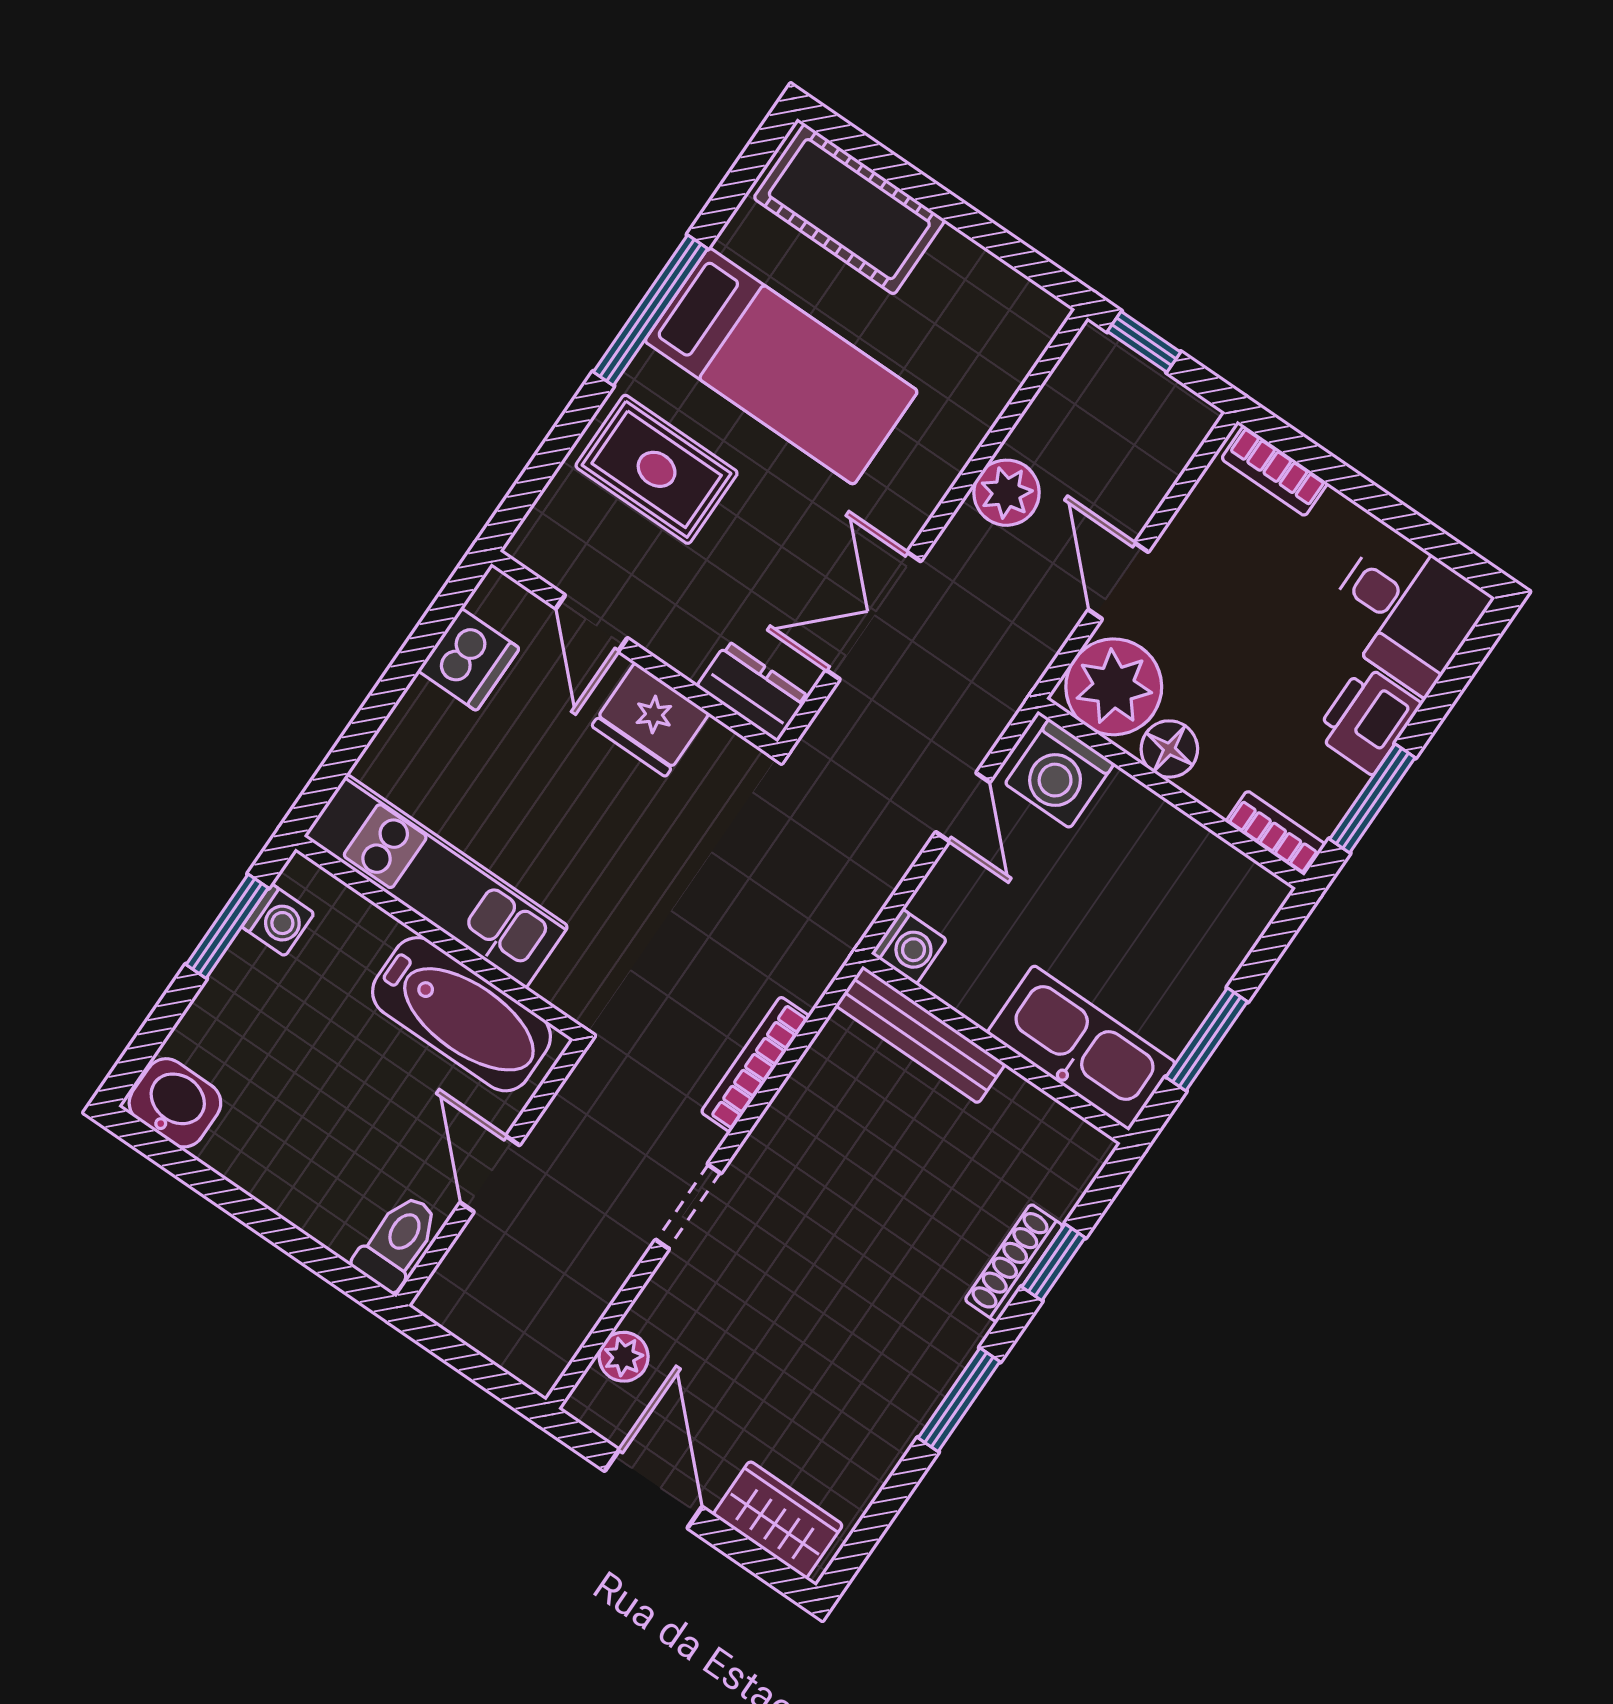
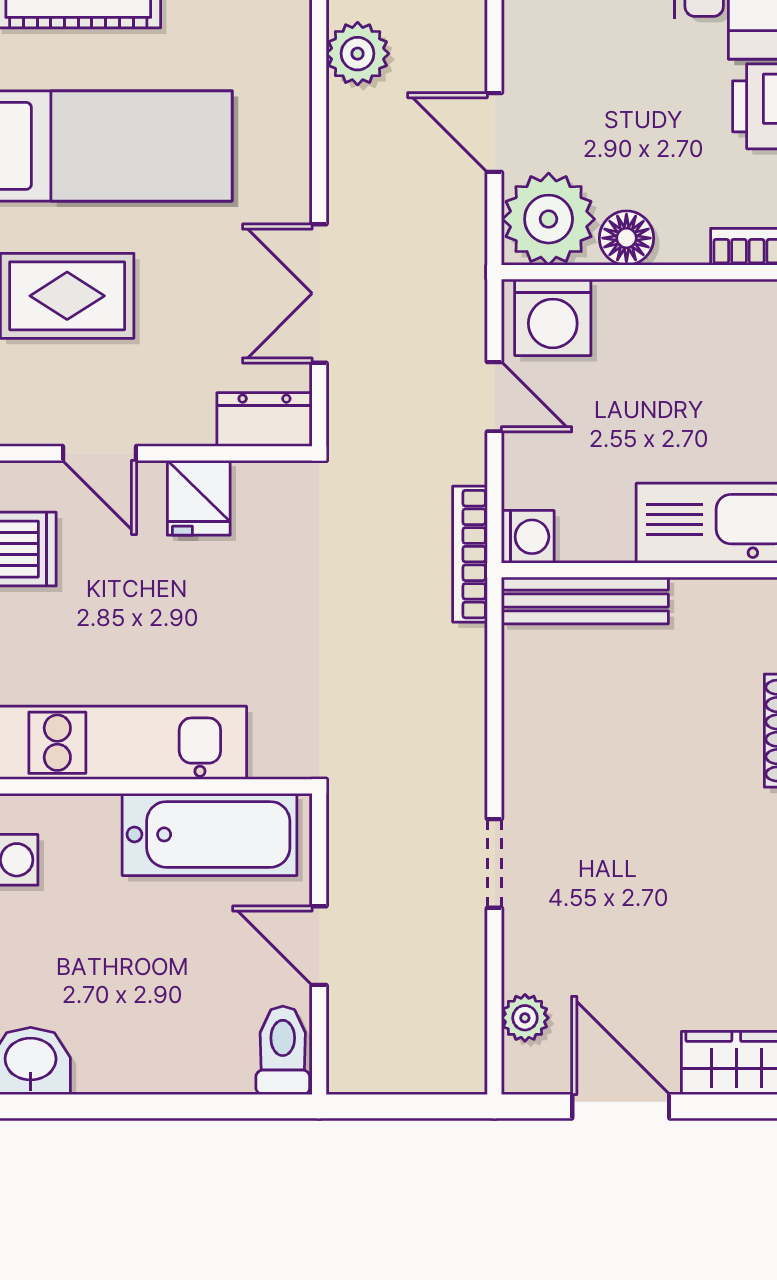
plant: (1007, 493) -> (358, 54), moved
fridge: (650, 720) -> (199, 498), width x0.72
bookcase: (755, 1064) -> (470, 554), moved

